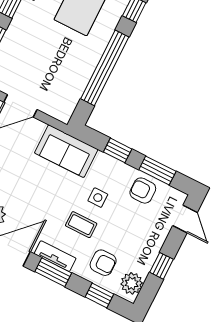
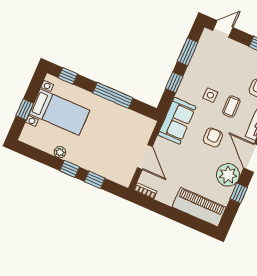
window: (105, 68) -> (113, 95), width x0.68
armchair: (143, 191) -> (213, 137), moved, turned 180

